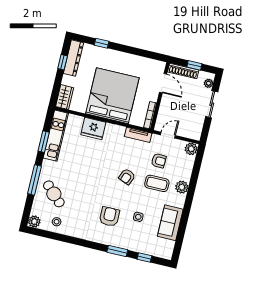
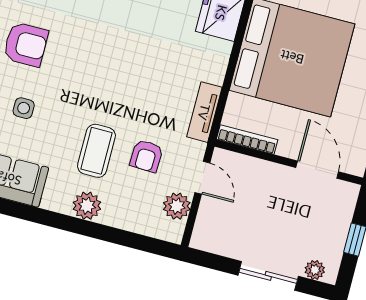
shoe rack: (183, 71) -> (343, 214), removed
door: (163, 83) -> (317, 170), swing flipped
plant: (191, 149) -> (177, 206), moved
armchair: (127, 177) -> (113, 85), removed

